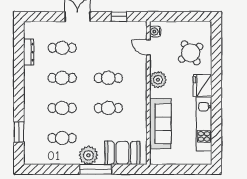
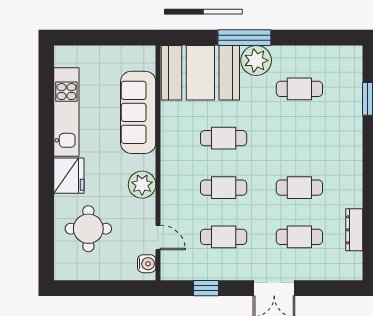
round table: (191, 53) -> (88, 229), turned 35
cafe table: (62, 108) -> (224, 237), moved
booth: (122, 153) -> (200, 73), width x1.36, depth x1.42

